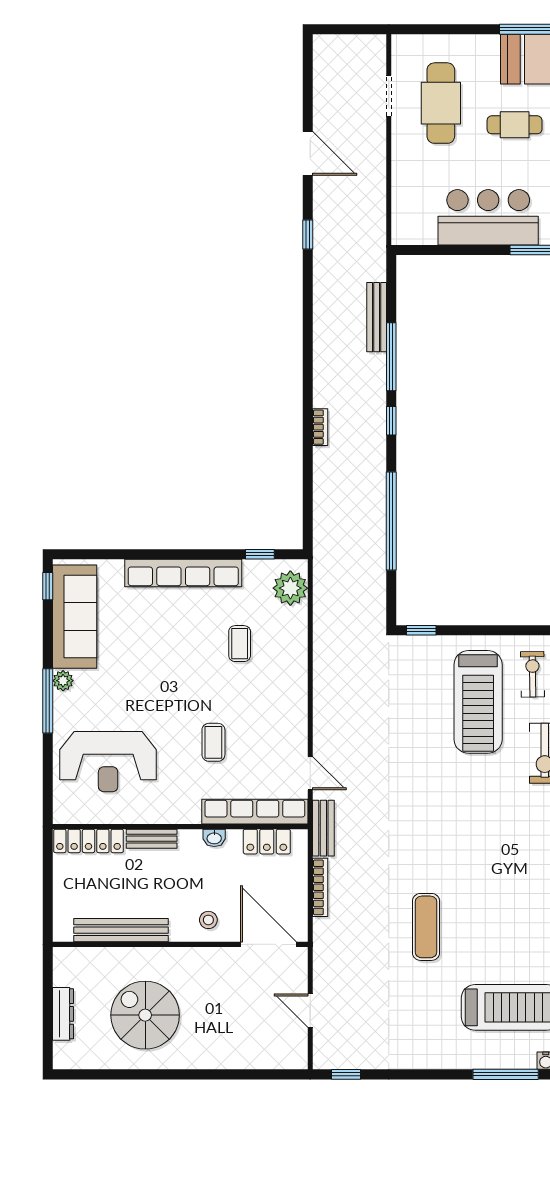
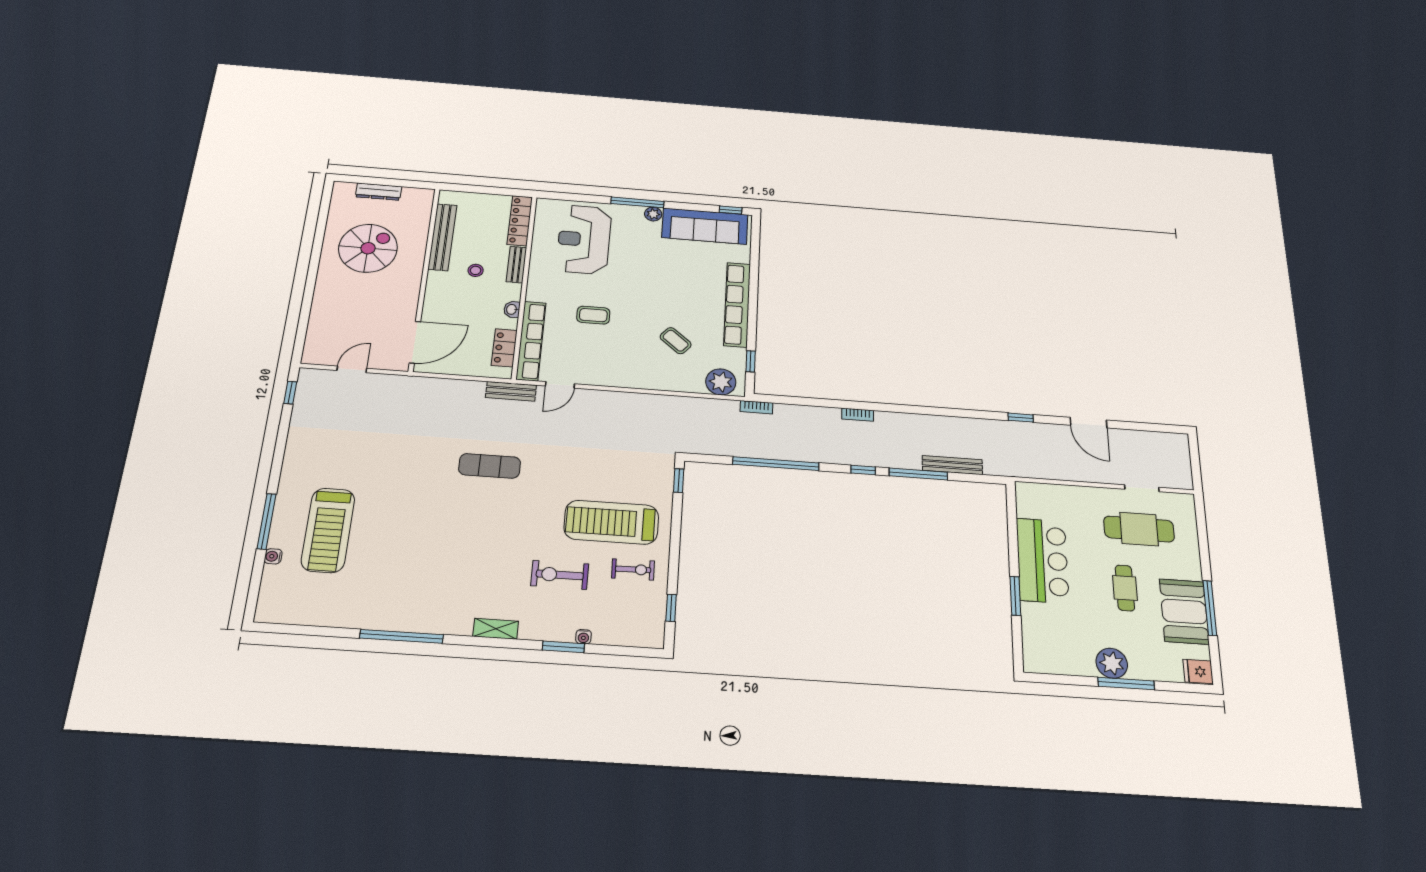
door: (308, 153) -> (1089, 423), hinge flipped
coffee table: (240, 644) -> (676, 341), turned 40
bookcase: (320, 887) -> (756, 407), moved, width x0.64
stool: (208, 920) -> (476, 270), moved
exercise mat: (426, 927) -> (490, 466), moved

